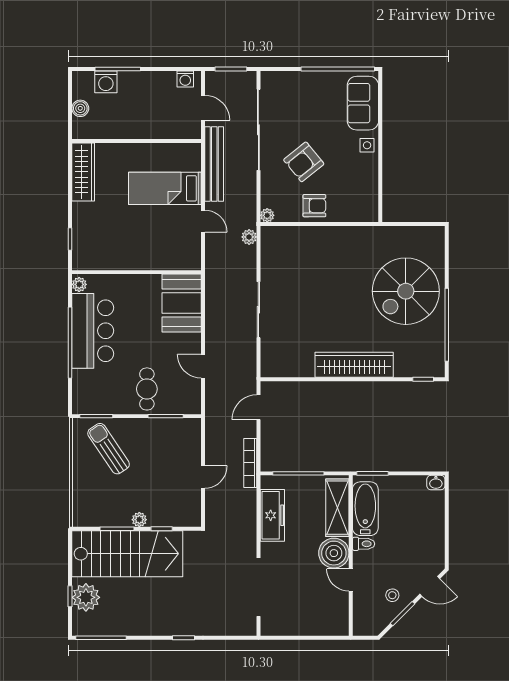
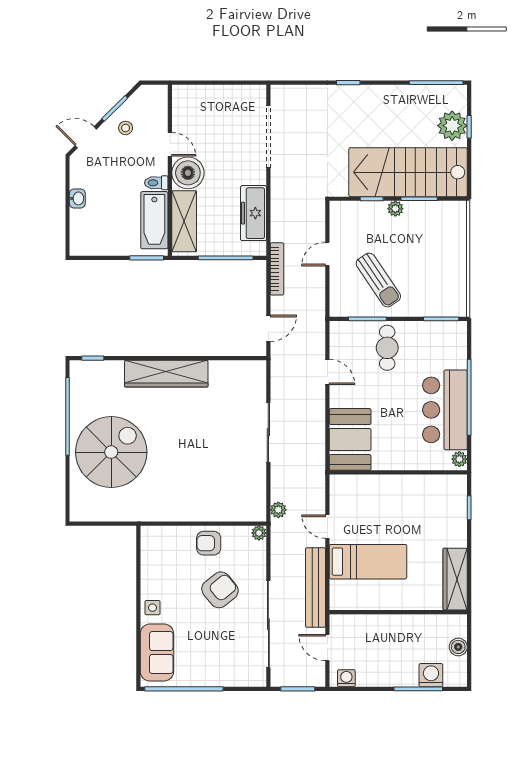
sun lounger: (109, 449) -> (378, 280), moved
washbasin: (436, 483) -> (77, 198), moved, turned 90

